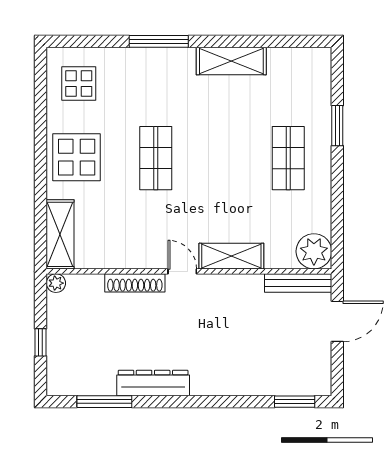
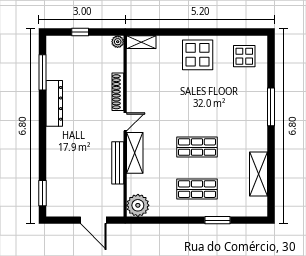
shelving: (231, 61) -> (259, 174), moved
shop shelf: (156, 158) -> (197, 147), moved
shelving: (60, 234) -> (141, 42), width x0.67, depth x0.75
bench: (298, 283) -> (118, 163), moved

